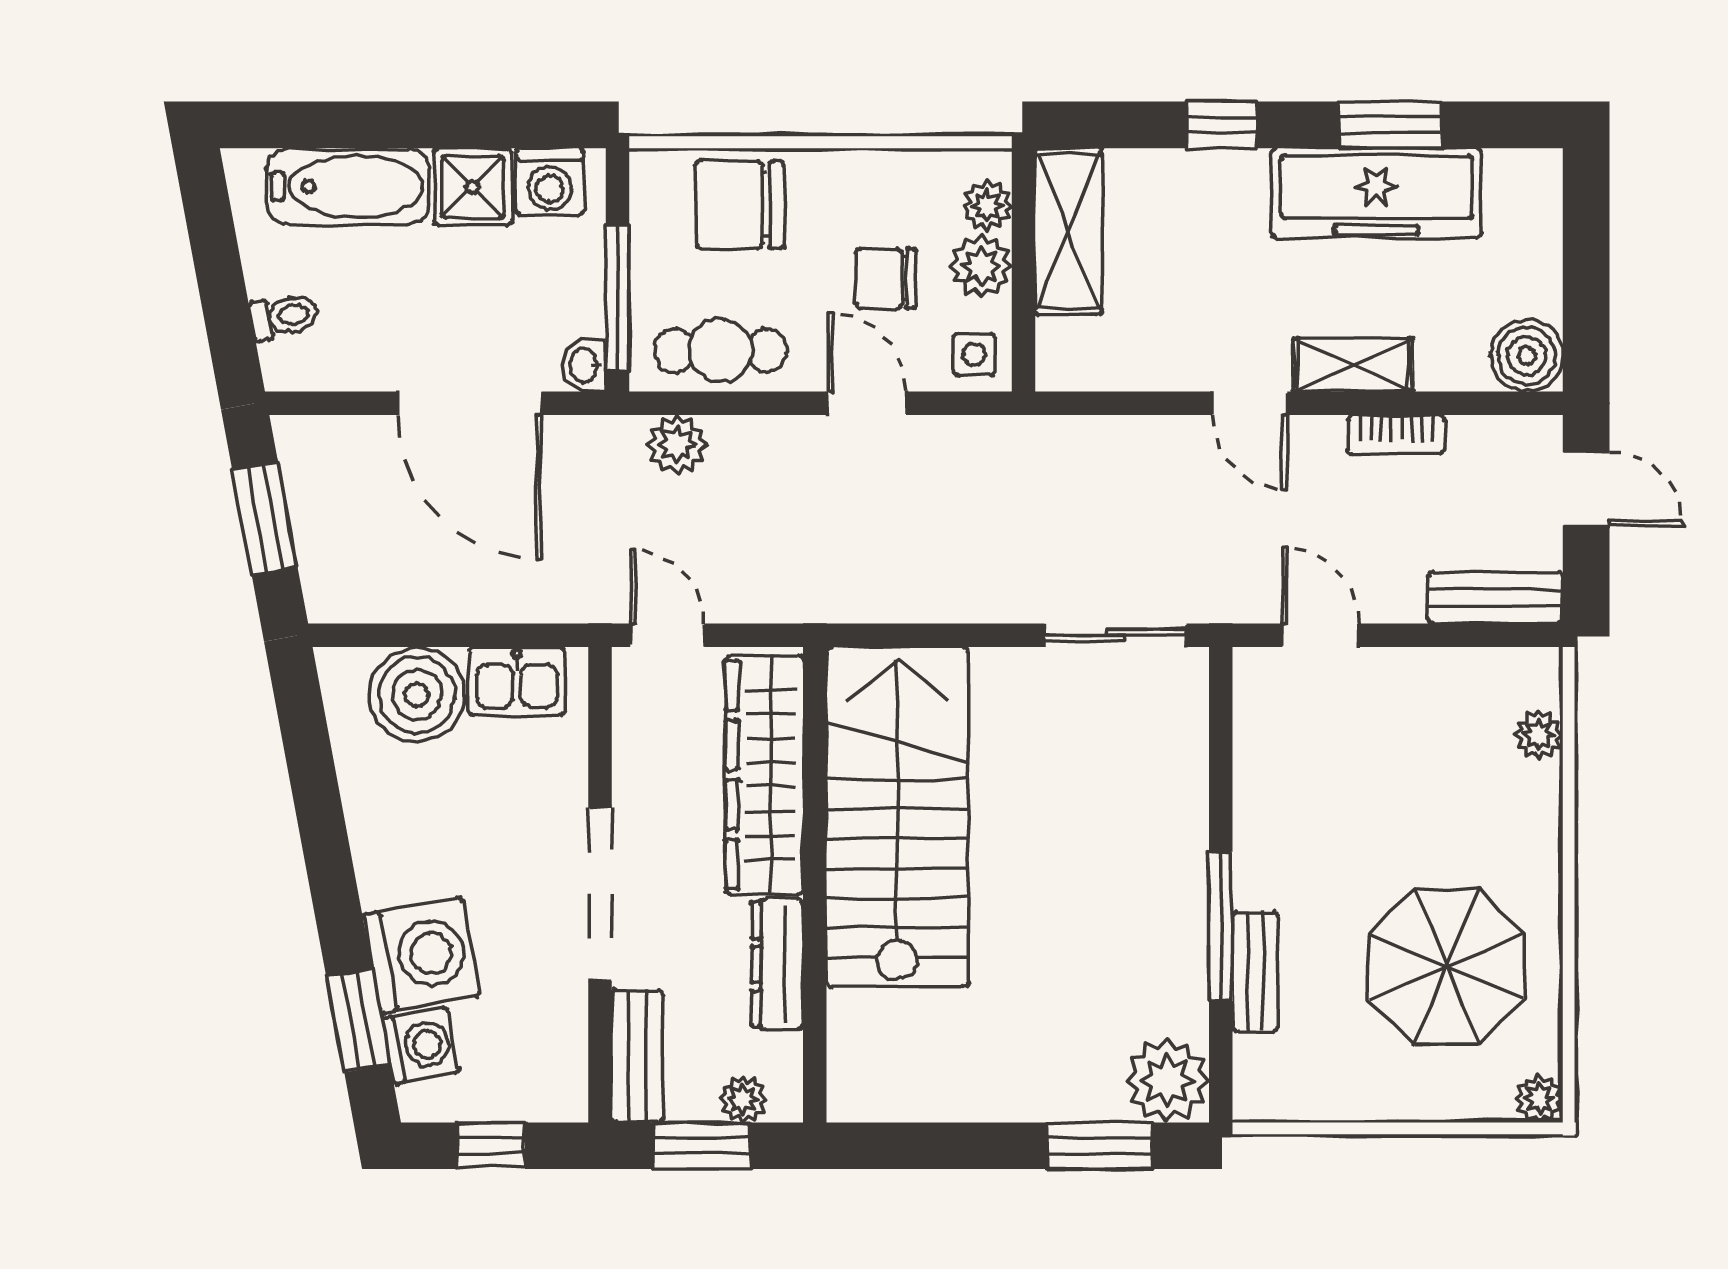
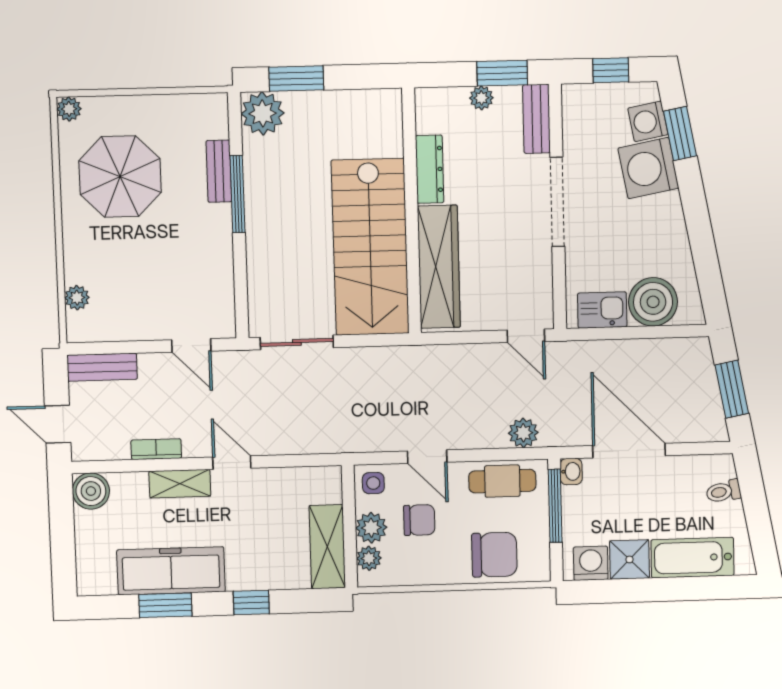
wardrobe: (764, 775) -> (439, 267), moved
stairs: (897, 817) -> (370, 247), moved
wall: (815, 885) -> (412, 211), moved
dresser: (777, 965) -> (430, 169), moved

